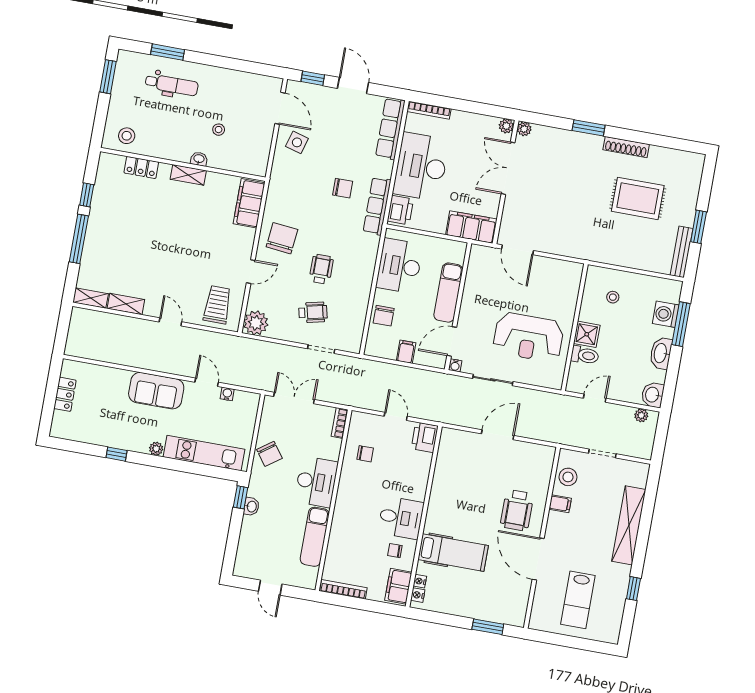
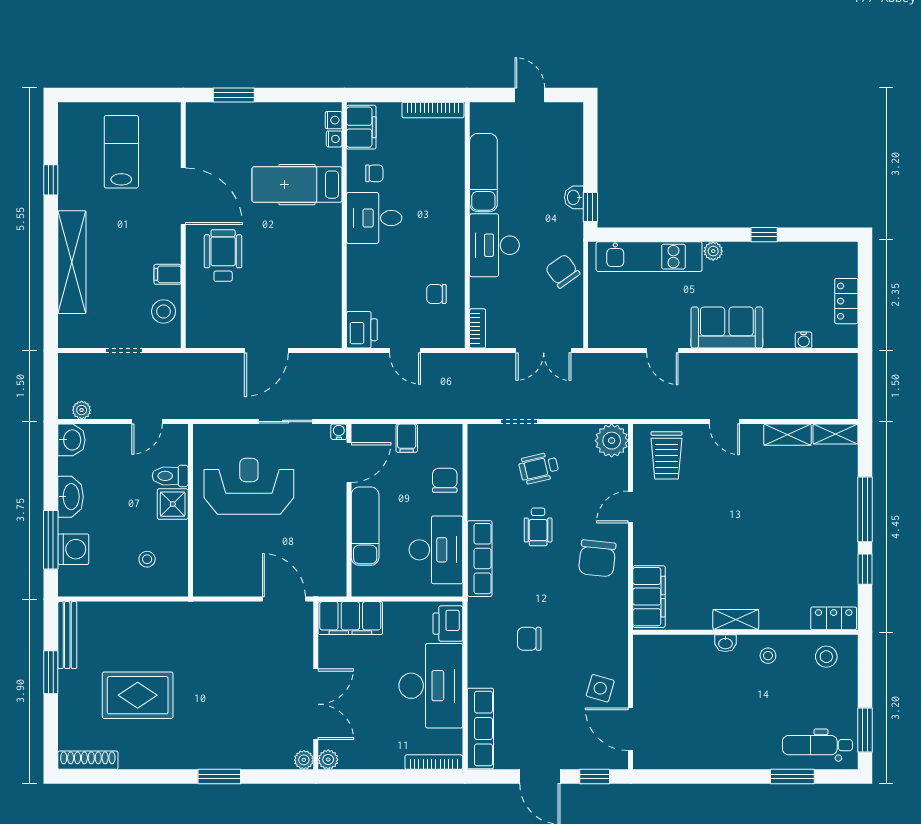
dental chair: (172, 85) -> (817, 745), moved
stool: (219, 130) -> (768, 656), moved
shoe rack: (626, 147) -> (88, 760), moved
locker: (141, 167) -> (834, 618), moved
row of seats: (377, 206) -> (480, 559), moved
water cooler: (227, 394) -> (804, 340), moved

